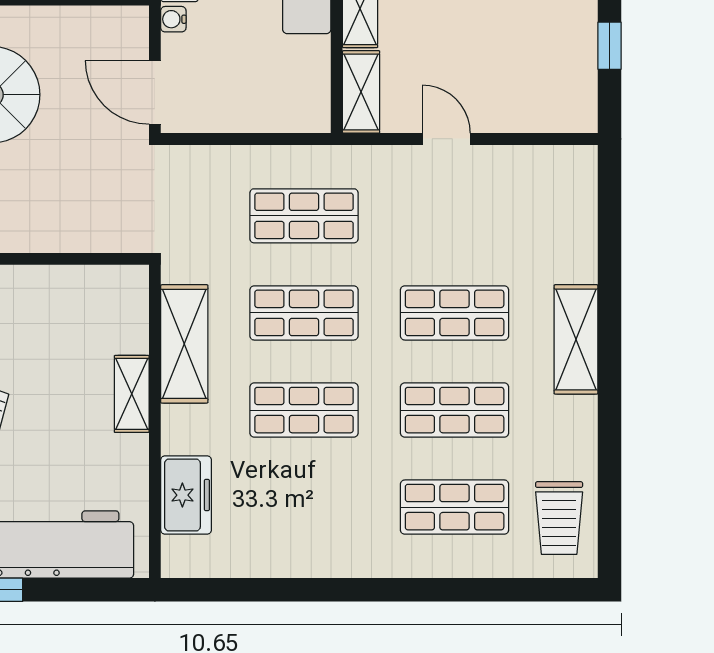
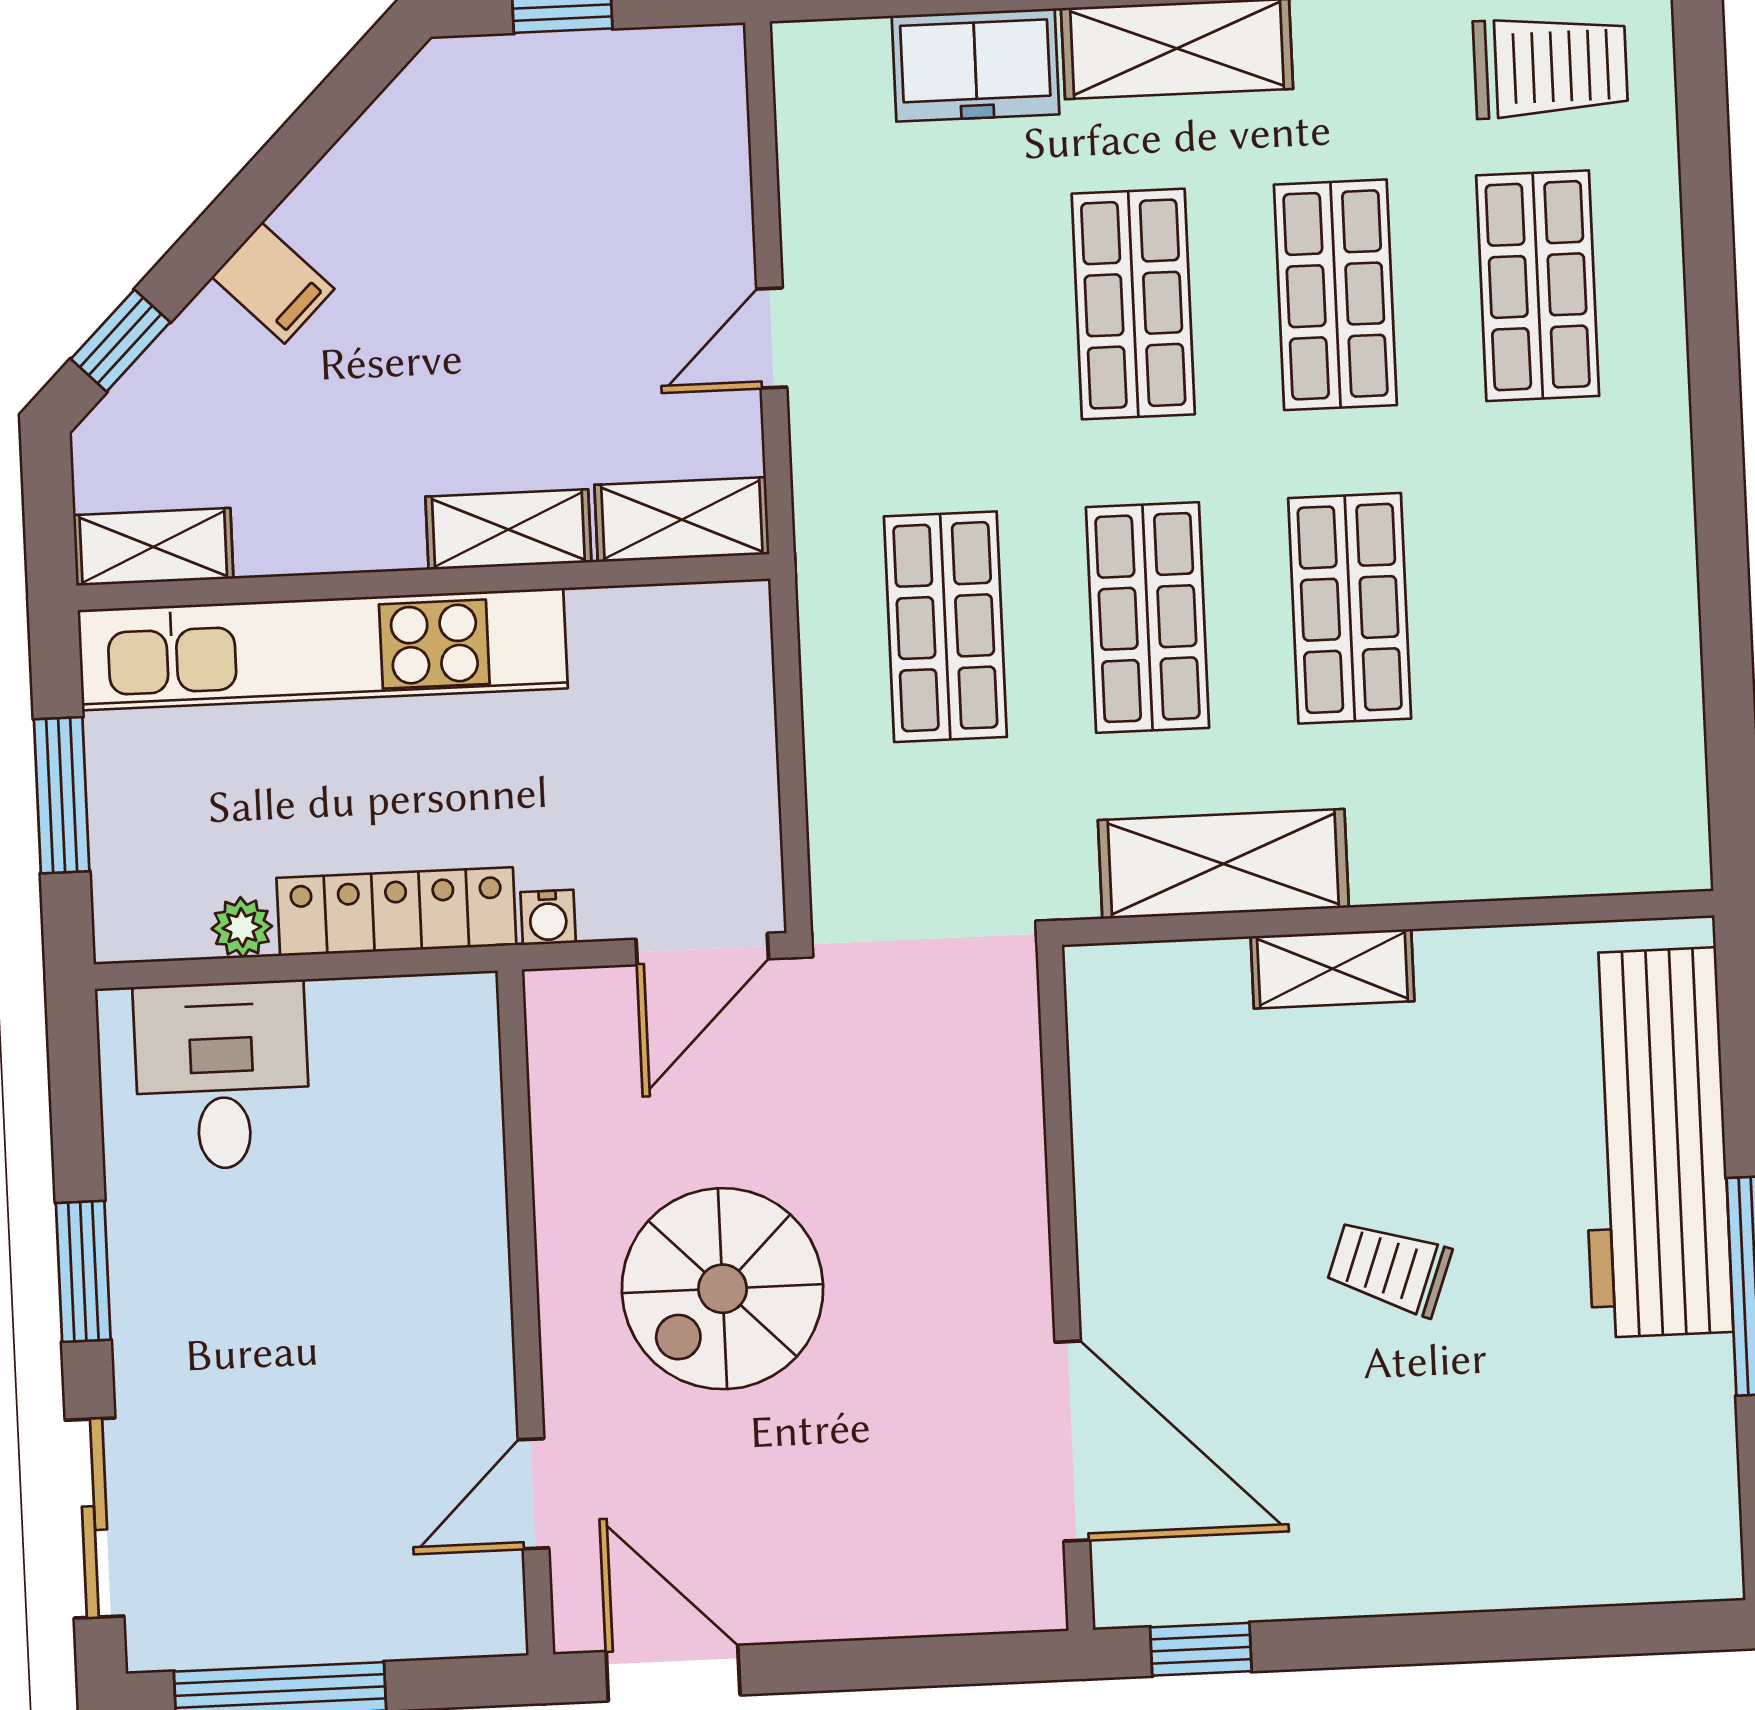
freezer: (186, 495) -> (975, 65), moved, turned 180

